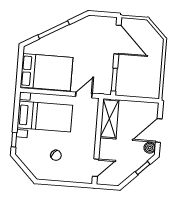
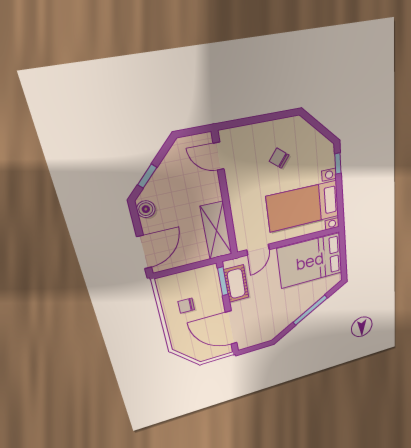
chair: (144, 70) -> (186, 306), added
cot: (105, 74) -> (236, 284), added
door: (159, 130) -> (144, 252), moved
door: (96, 168) -> (219, 156), hinge flipped

